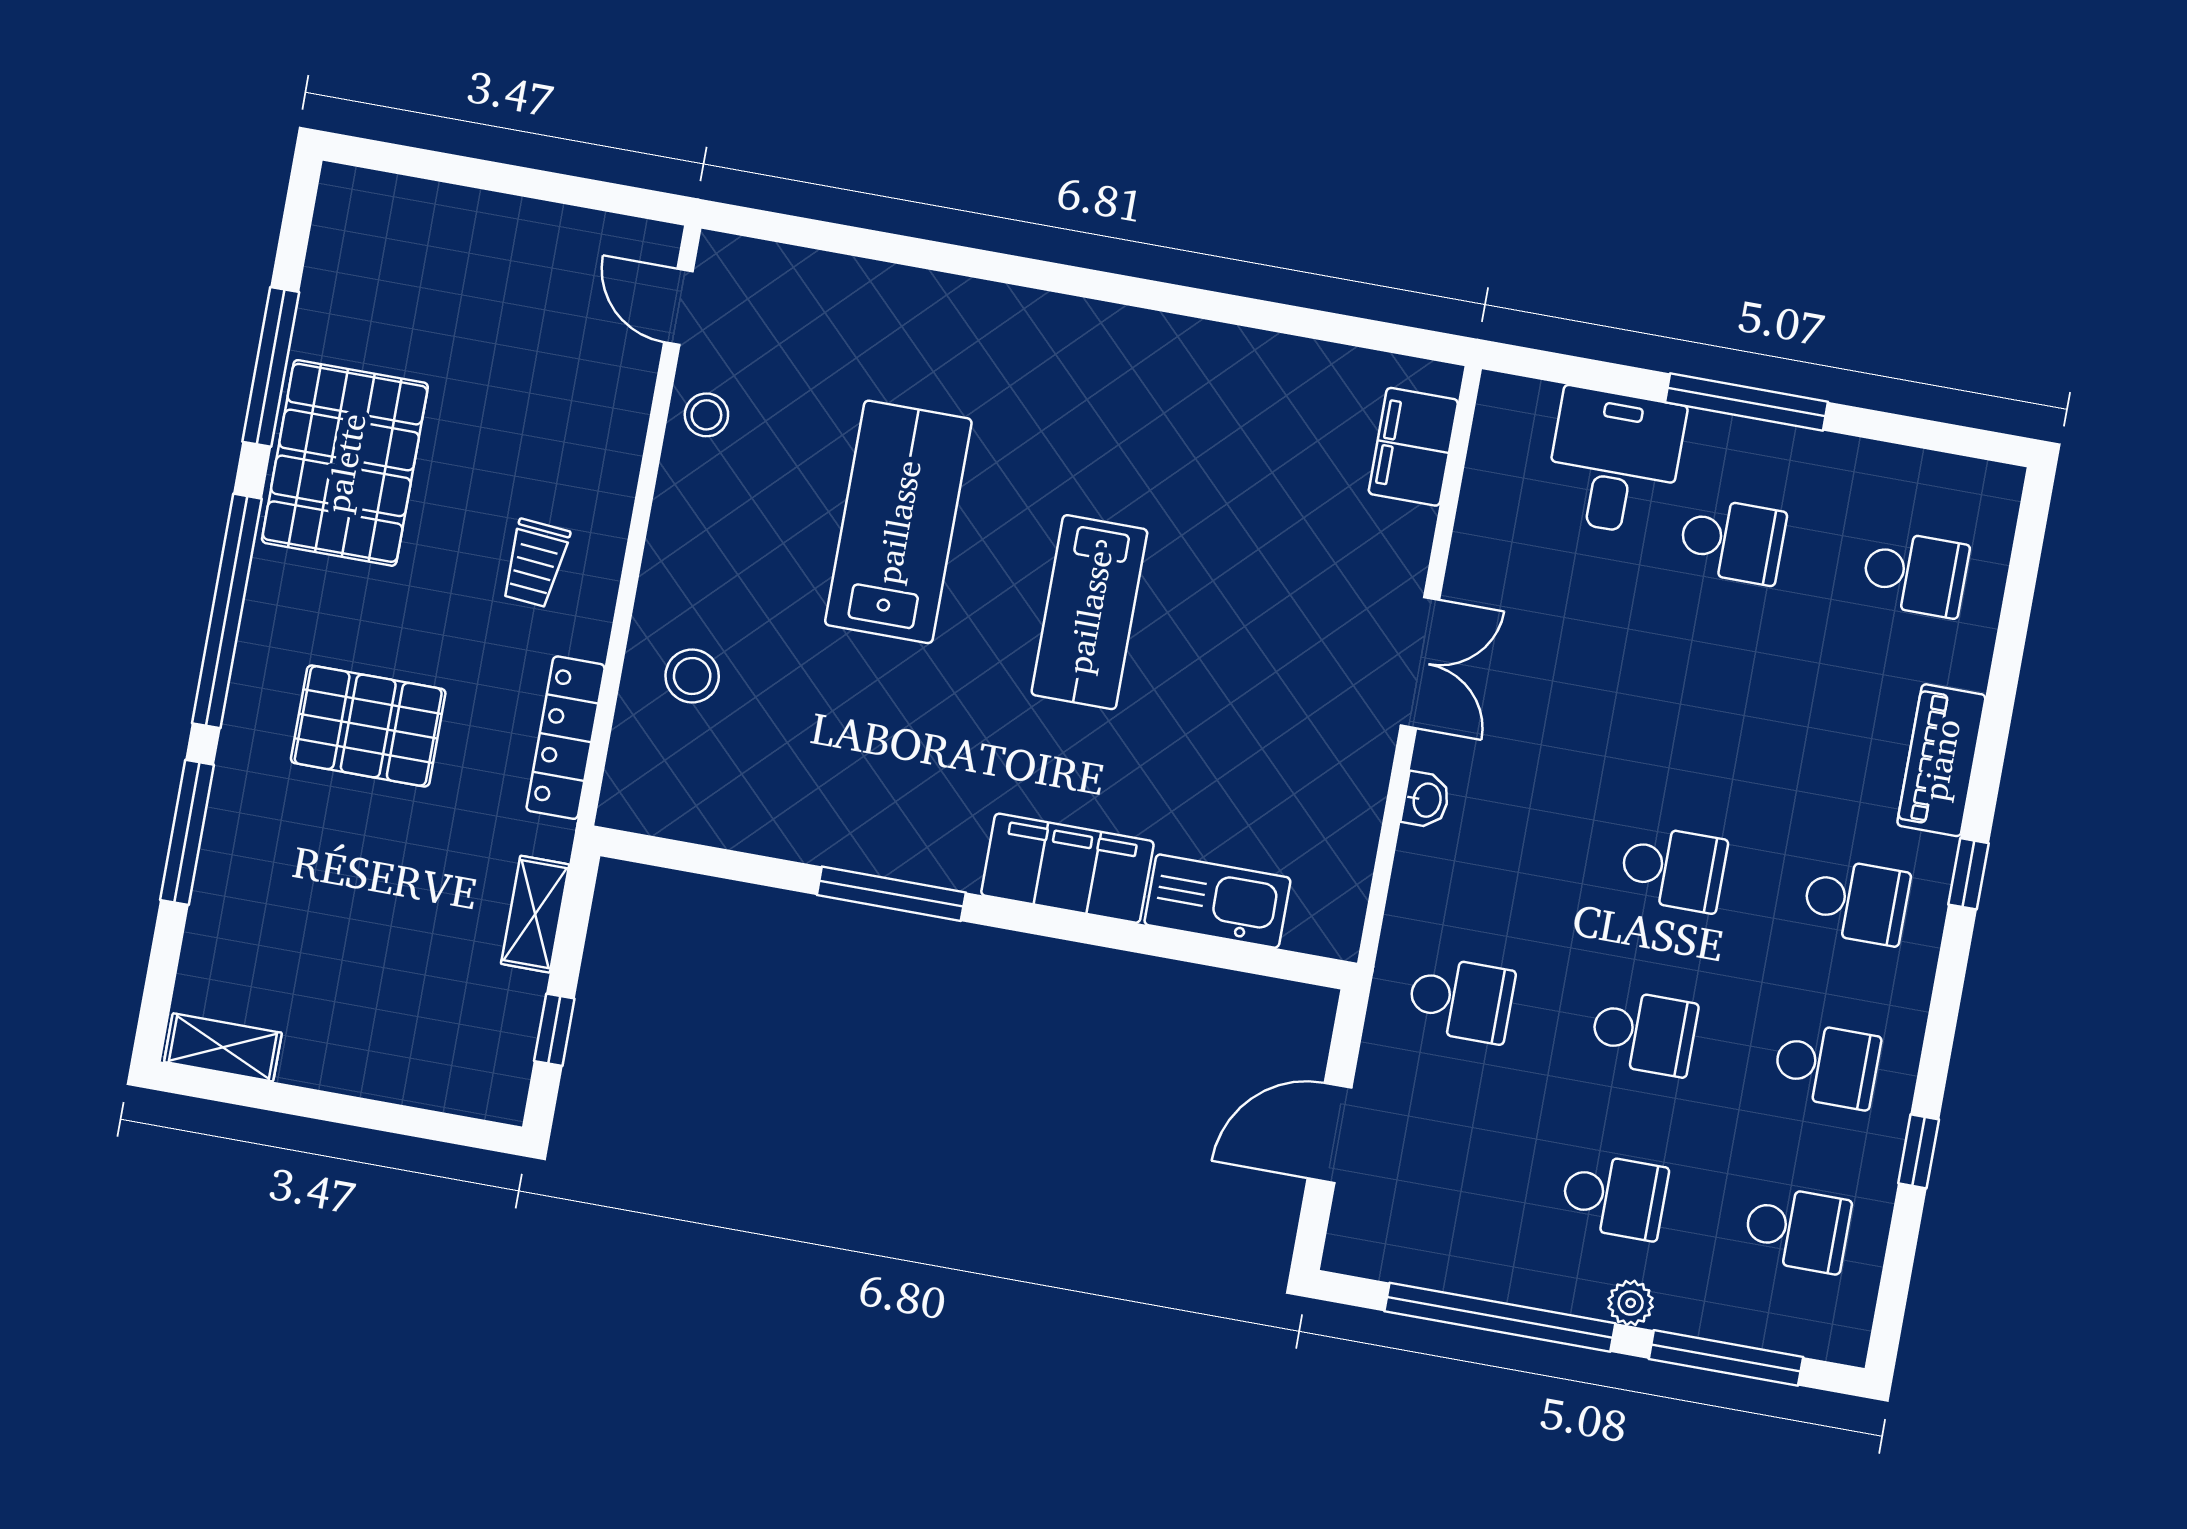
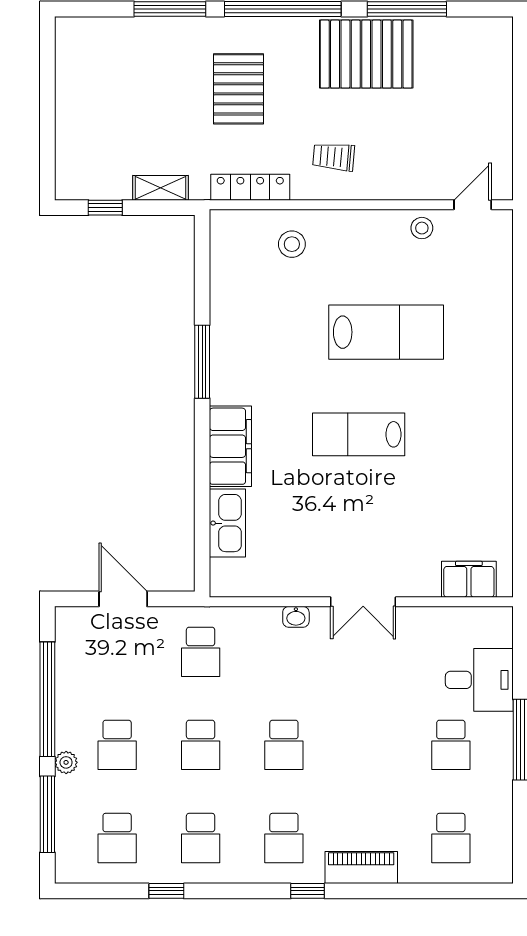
shelving: (223, 1047) -> (67, 46), removed

